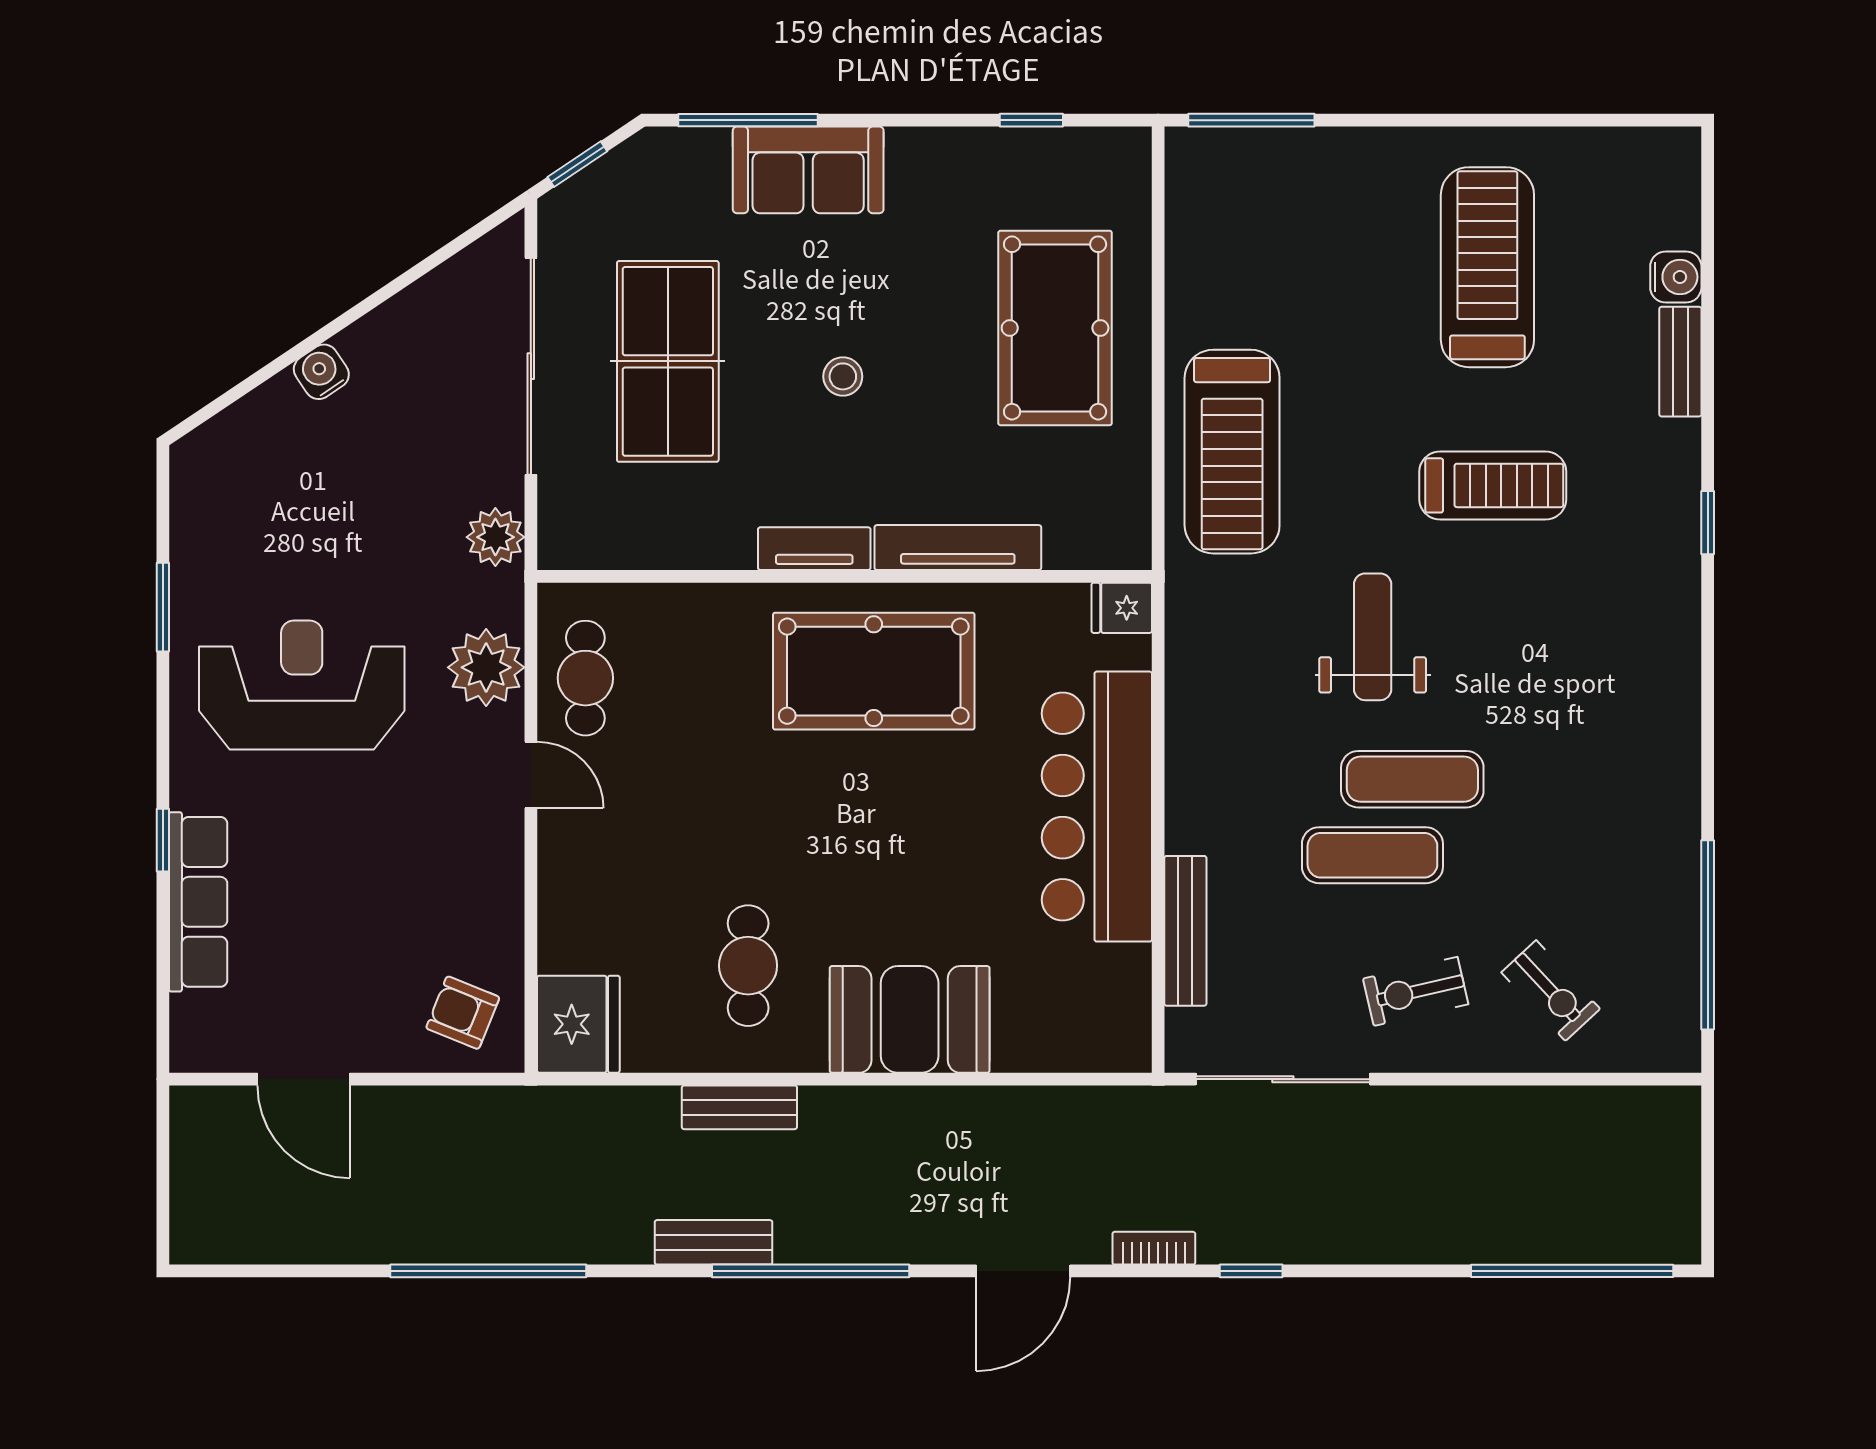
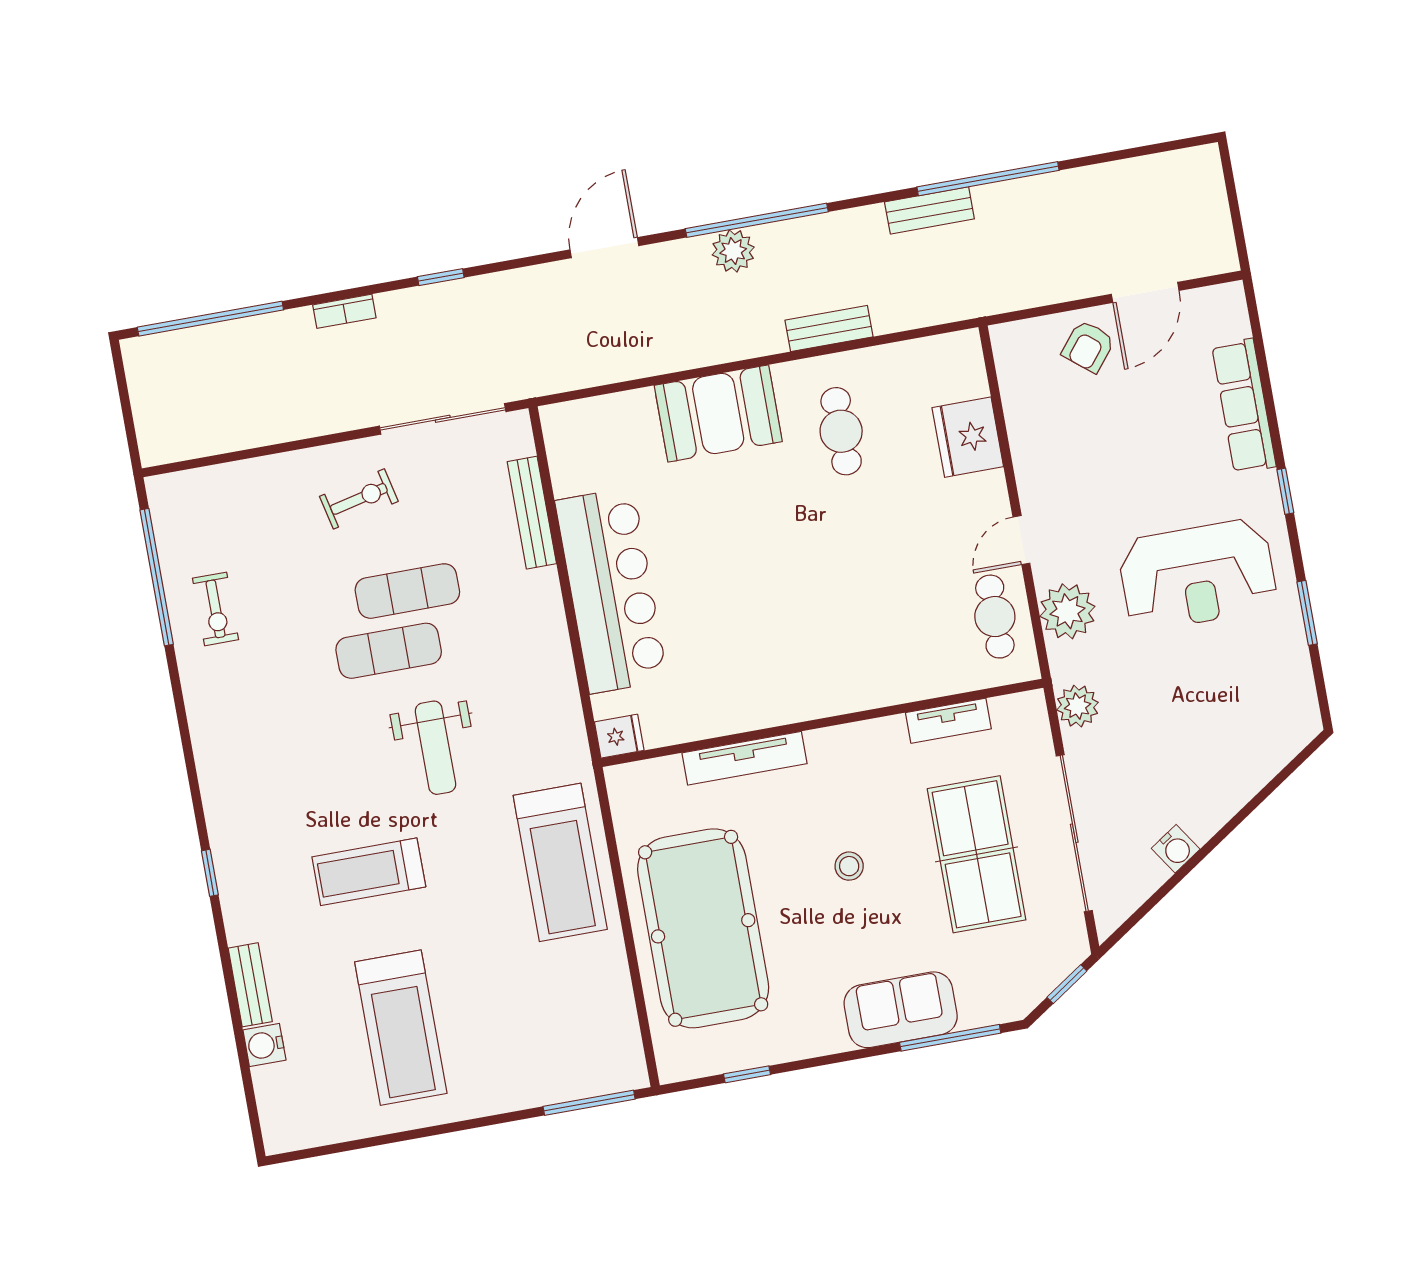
pool table: (1055, 328) -> (703, 928), width x1.36, depth x1.32
water cooler: (321, 372) -> (1176, 849), moved
treadmill: (1232, 452) -> (560, 862), turned 180
tv unit: (814, 549) -> (948, 721), moved
pool table: (874, 671) -> (789, 659), removed
door: (531, 775) -> (1021, 540), hinge flipped
window: (163, 840) -> (1285, 491), moved
exercise bike: (1551, 991) -> (216, 609), moved, turned -137
armchair: (463, 1013) -> (1088, 346), moved, turned 107
fridge: (578, 1024) -> (968, 437), moved
door: (304, 1079) -> (1145, 292), swing flipped
plant: (850, 1235) -> (733, 251), added
bench: (714, 1242) -> (929, 210), moved
bookcase: (1154, 1248) -> (344, 311), moved

